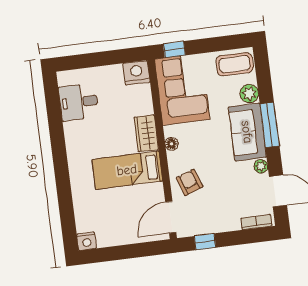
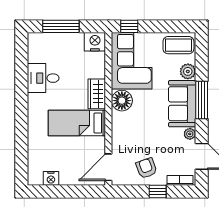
window: (94, 60) -> (61, 26), added
desk: (79, 102) -> (43, 78), moved
floor lamp: (172, 144) -> (122, 101), width x1.89, depth x1.89
armchair: (190, 182) -> (146, 168), moved
nightstand: (87, 241) -> (51, 178), moved
window: (205, 242) -> (158, 191), moved

